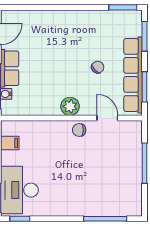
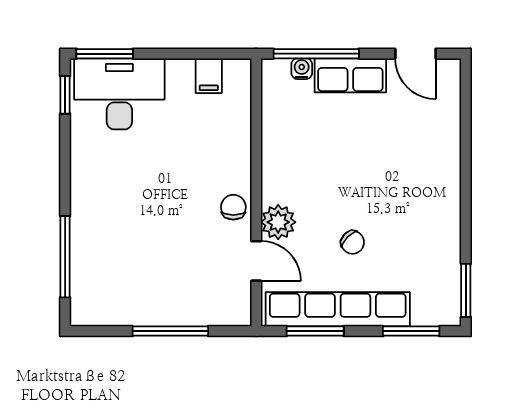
plant: (70, 106) -> (278, 222), moved
door: (107, 118) -> (256, 261), hinge flipped

